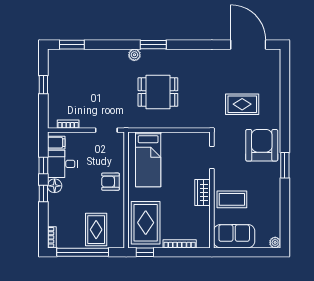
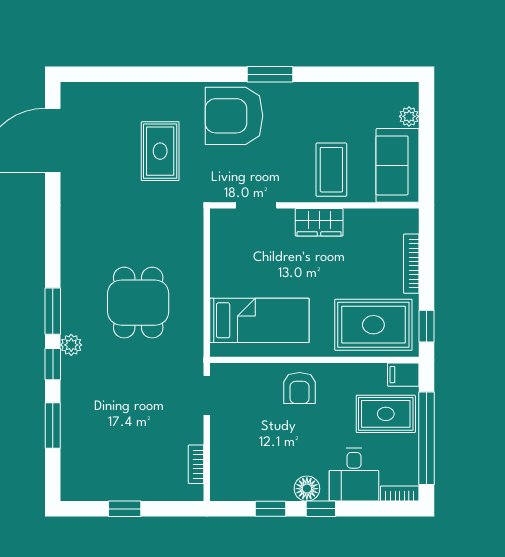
window: (72, 45) -> (53, 425), moved
window: (124, 45) -> (53, 364), added
filing cabinet: (56, 143) -> (403, 375), moved, turned -90
desk: (62, 164) -> (354, 475), moved
plant: (275, 242) -> (409, 116), moved

